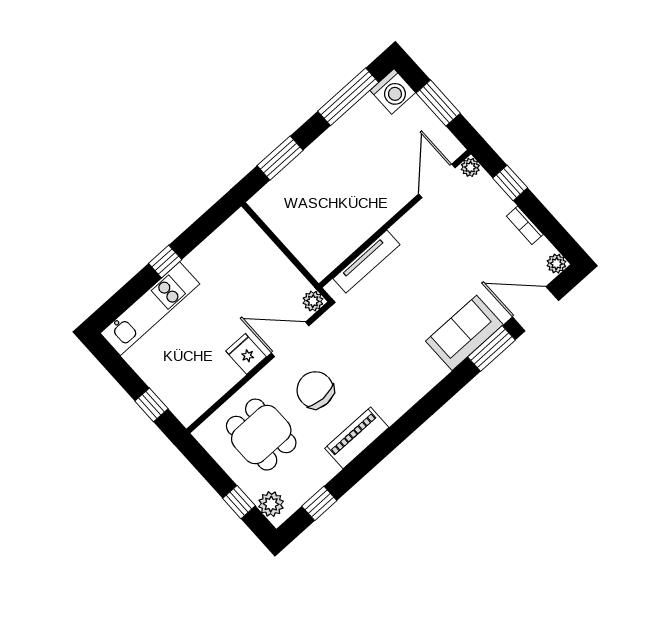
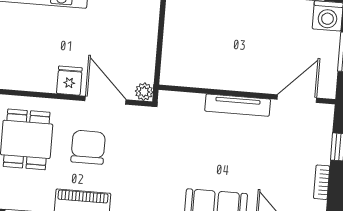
plant: (470, 167) -> (326, 112), removed
tv unit: (366, 262) -> (238, 105), moved

